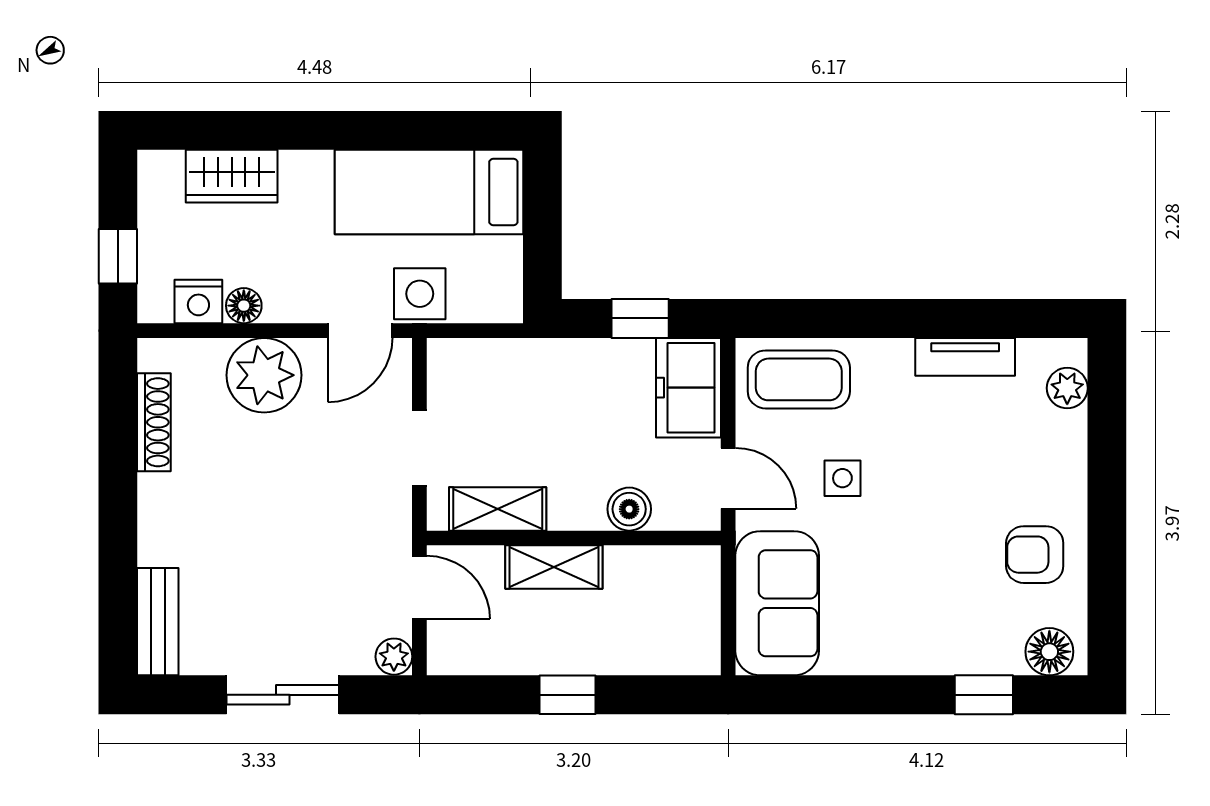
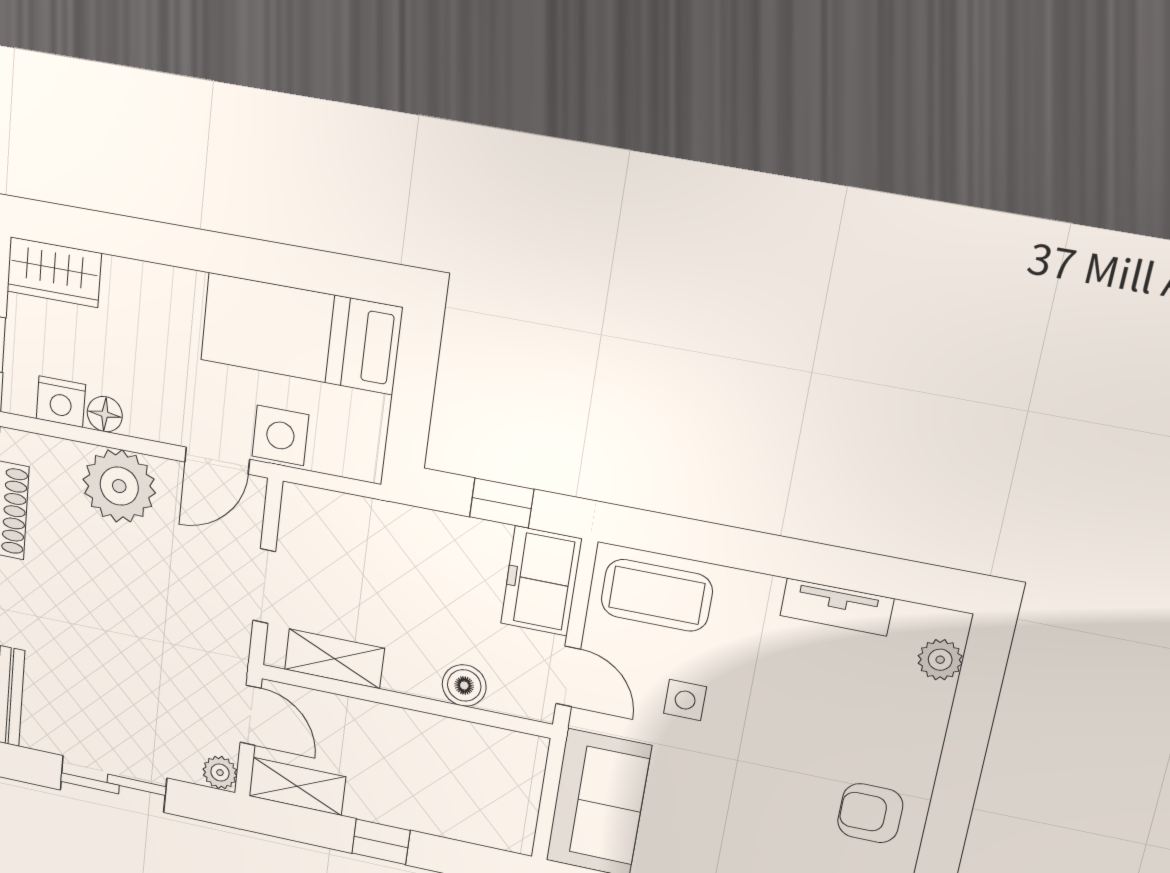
wardrobe: (232, 176) -> (54, 272), moved
shelving: (554, 567) -> (297, 786), moved

